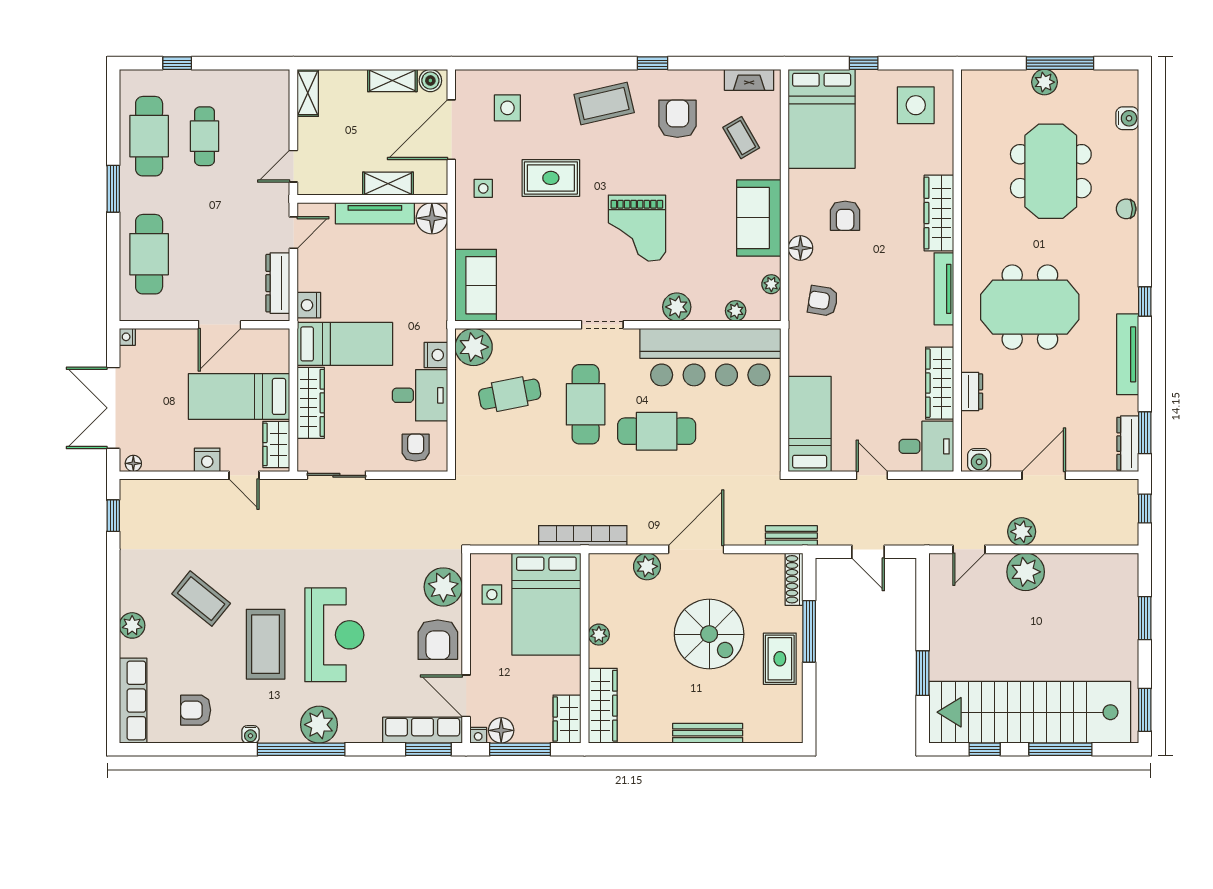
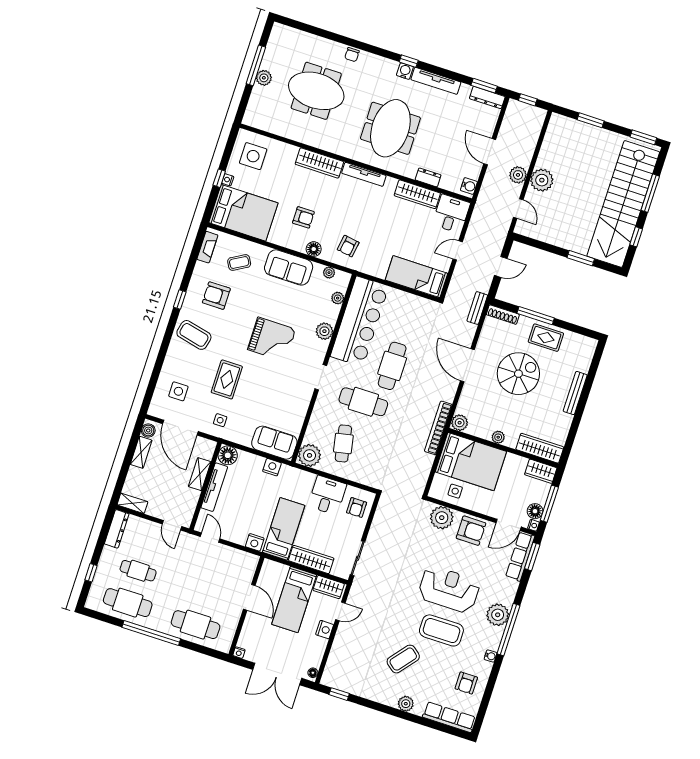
nightstand: (866, 77) -> (228, 180), added
coffee table: (604, 104) -> (194, 335), turned -64
water cooler: (1127, 118) -> (405, 71), moved
window: (113, 189) -> (151, 633), width x2.11
dresser: (278, 283) -> (117, 529), moved, turned -90
nightstand: (436, 355) -> (272, 467), moved
armchair: (416, 448) -> (357, 507), turned -90
plant: (647, 566) -> (460, 423), moved

